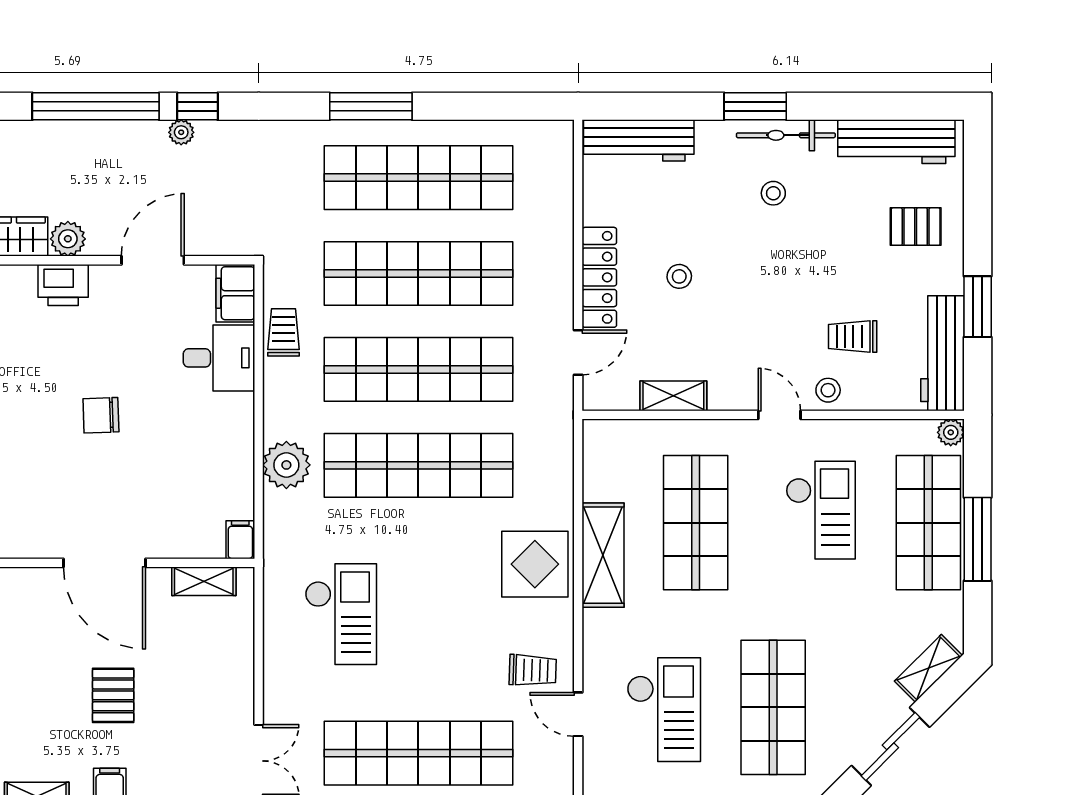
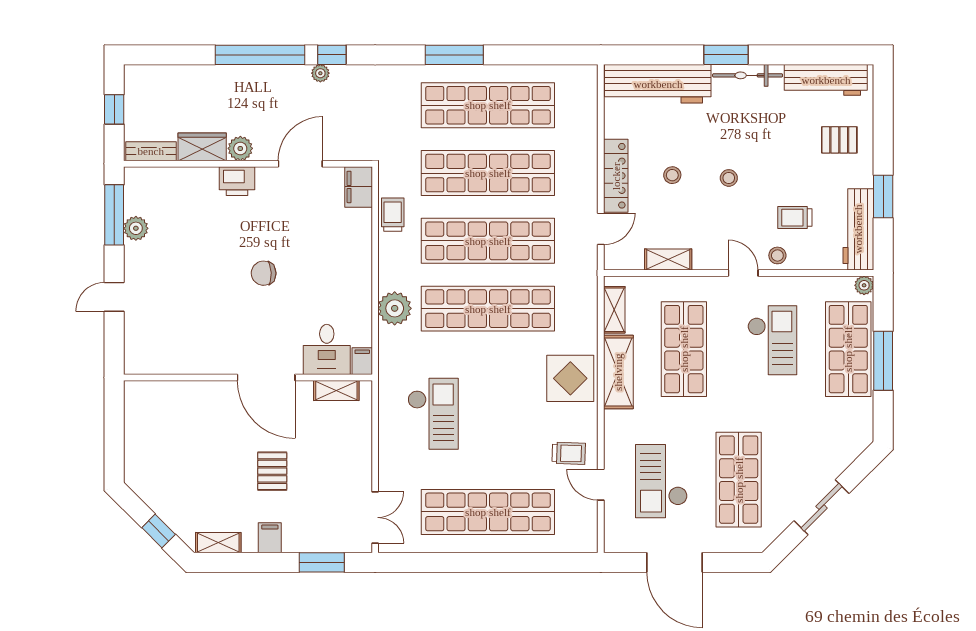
workbench: (639, 140) -> (658, 84), width x1.36, depth x1.32
stool: (773, 193) -> (729, 178), moved
desk: (219, 358) -> (327, 349), moved, turned 90
shelving: (928, 668) -> (614, 310), moved, turned -45
checkout: (664, 710) -> (661, 481), turned 180

